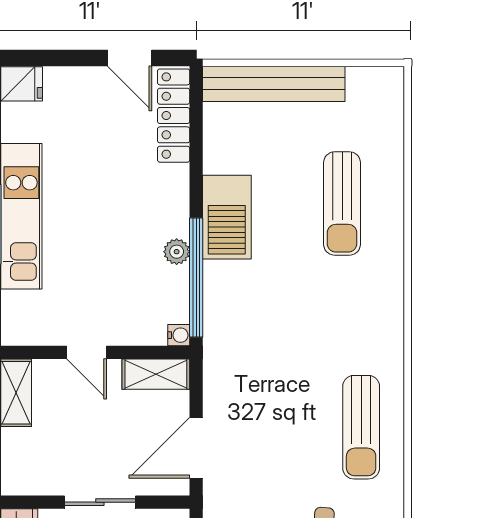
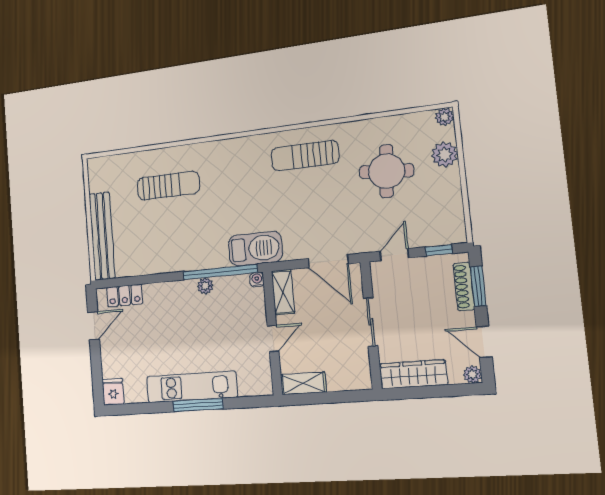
locker: (174, 116) -> (125, 296), width x0.66
barbecue: (227, 217) -> (255, 249), moved
sun lounger: (361, 427) -> (305, 156), turned 180

